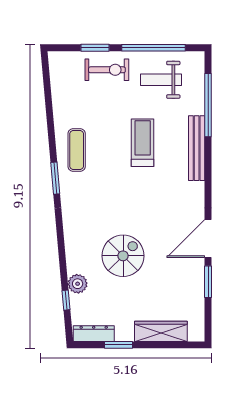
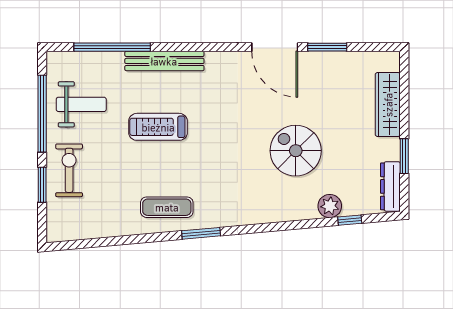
weight bench: (161, 80) -> (81, 104), turned -90

